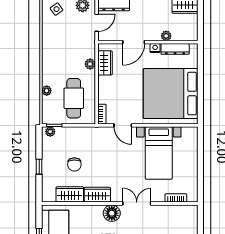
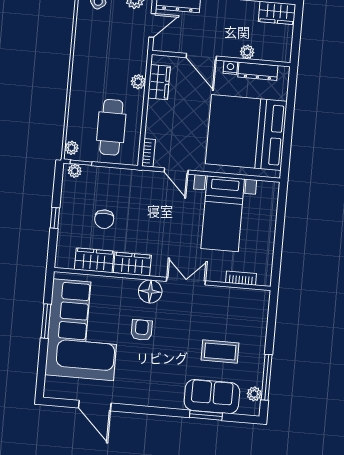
door: (134, 42) -> (201, 57), hinge flipped
plant: (47, 91) -> (72, 148), moved

